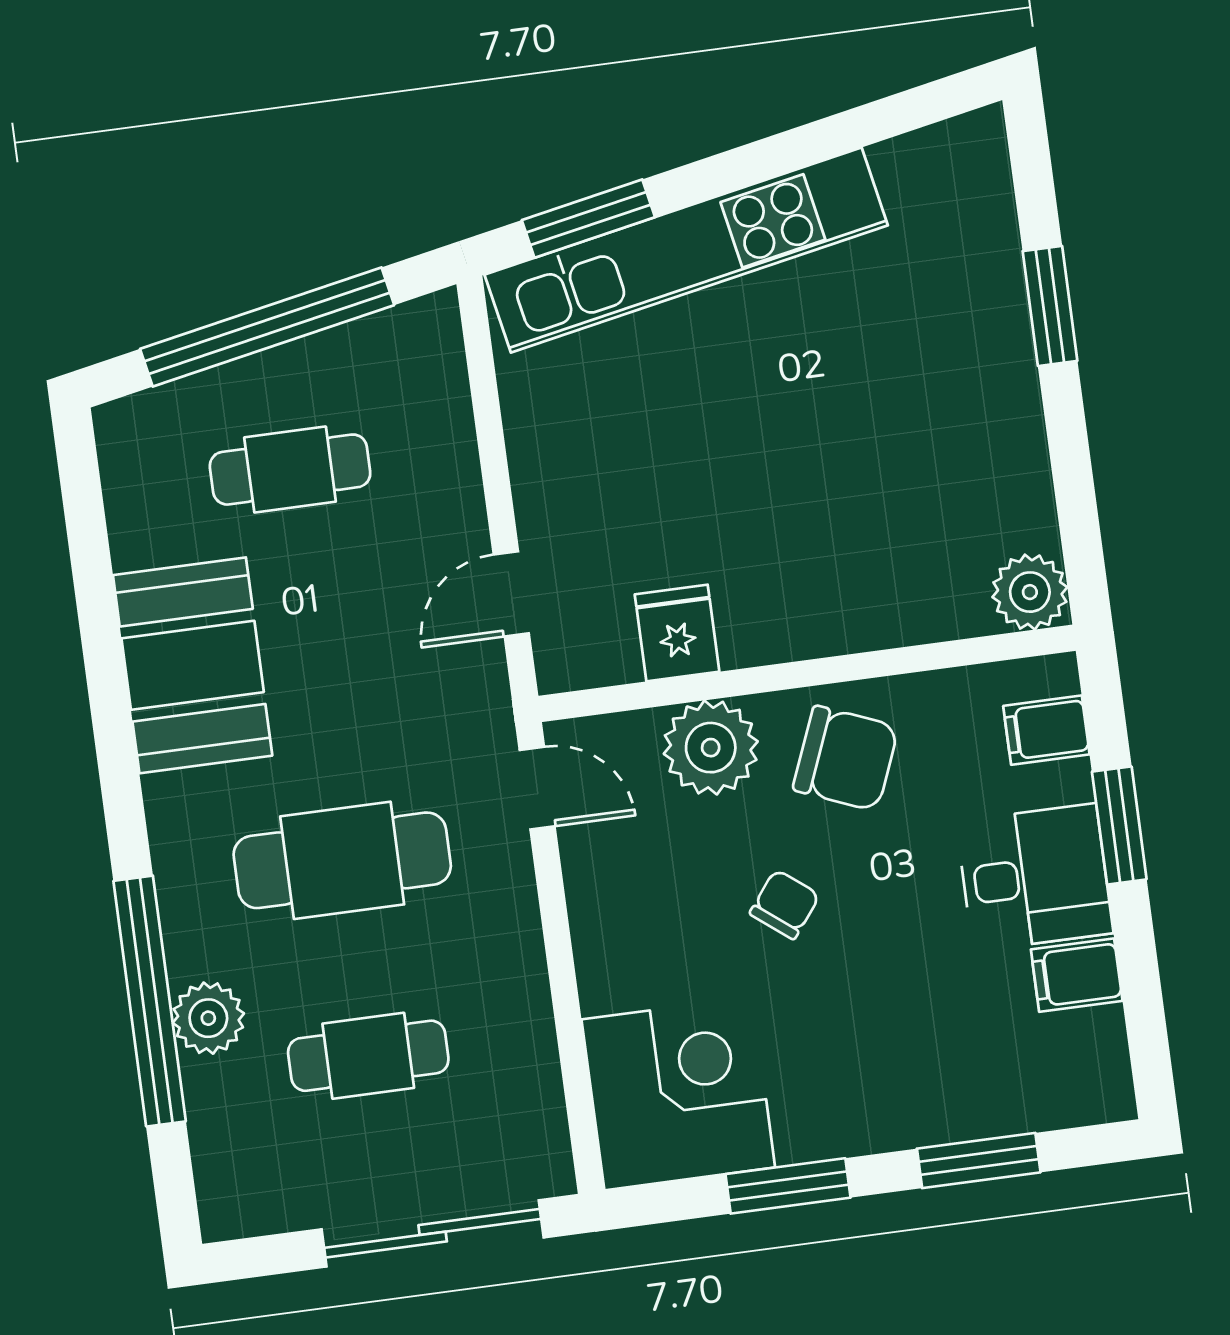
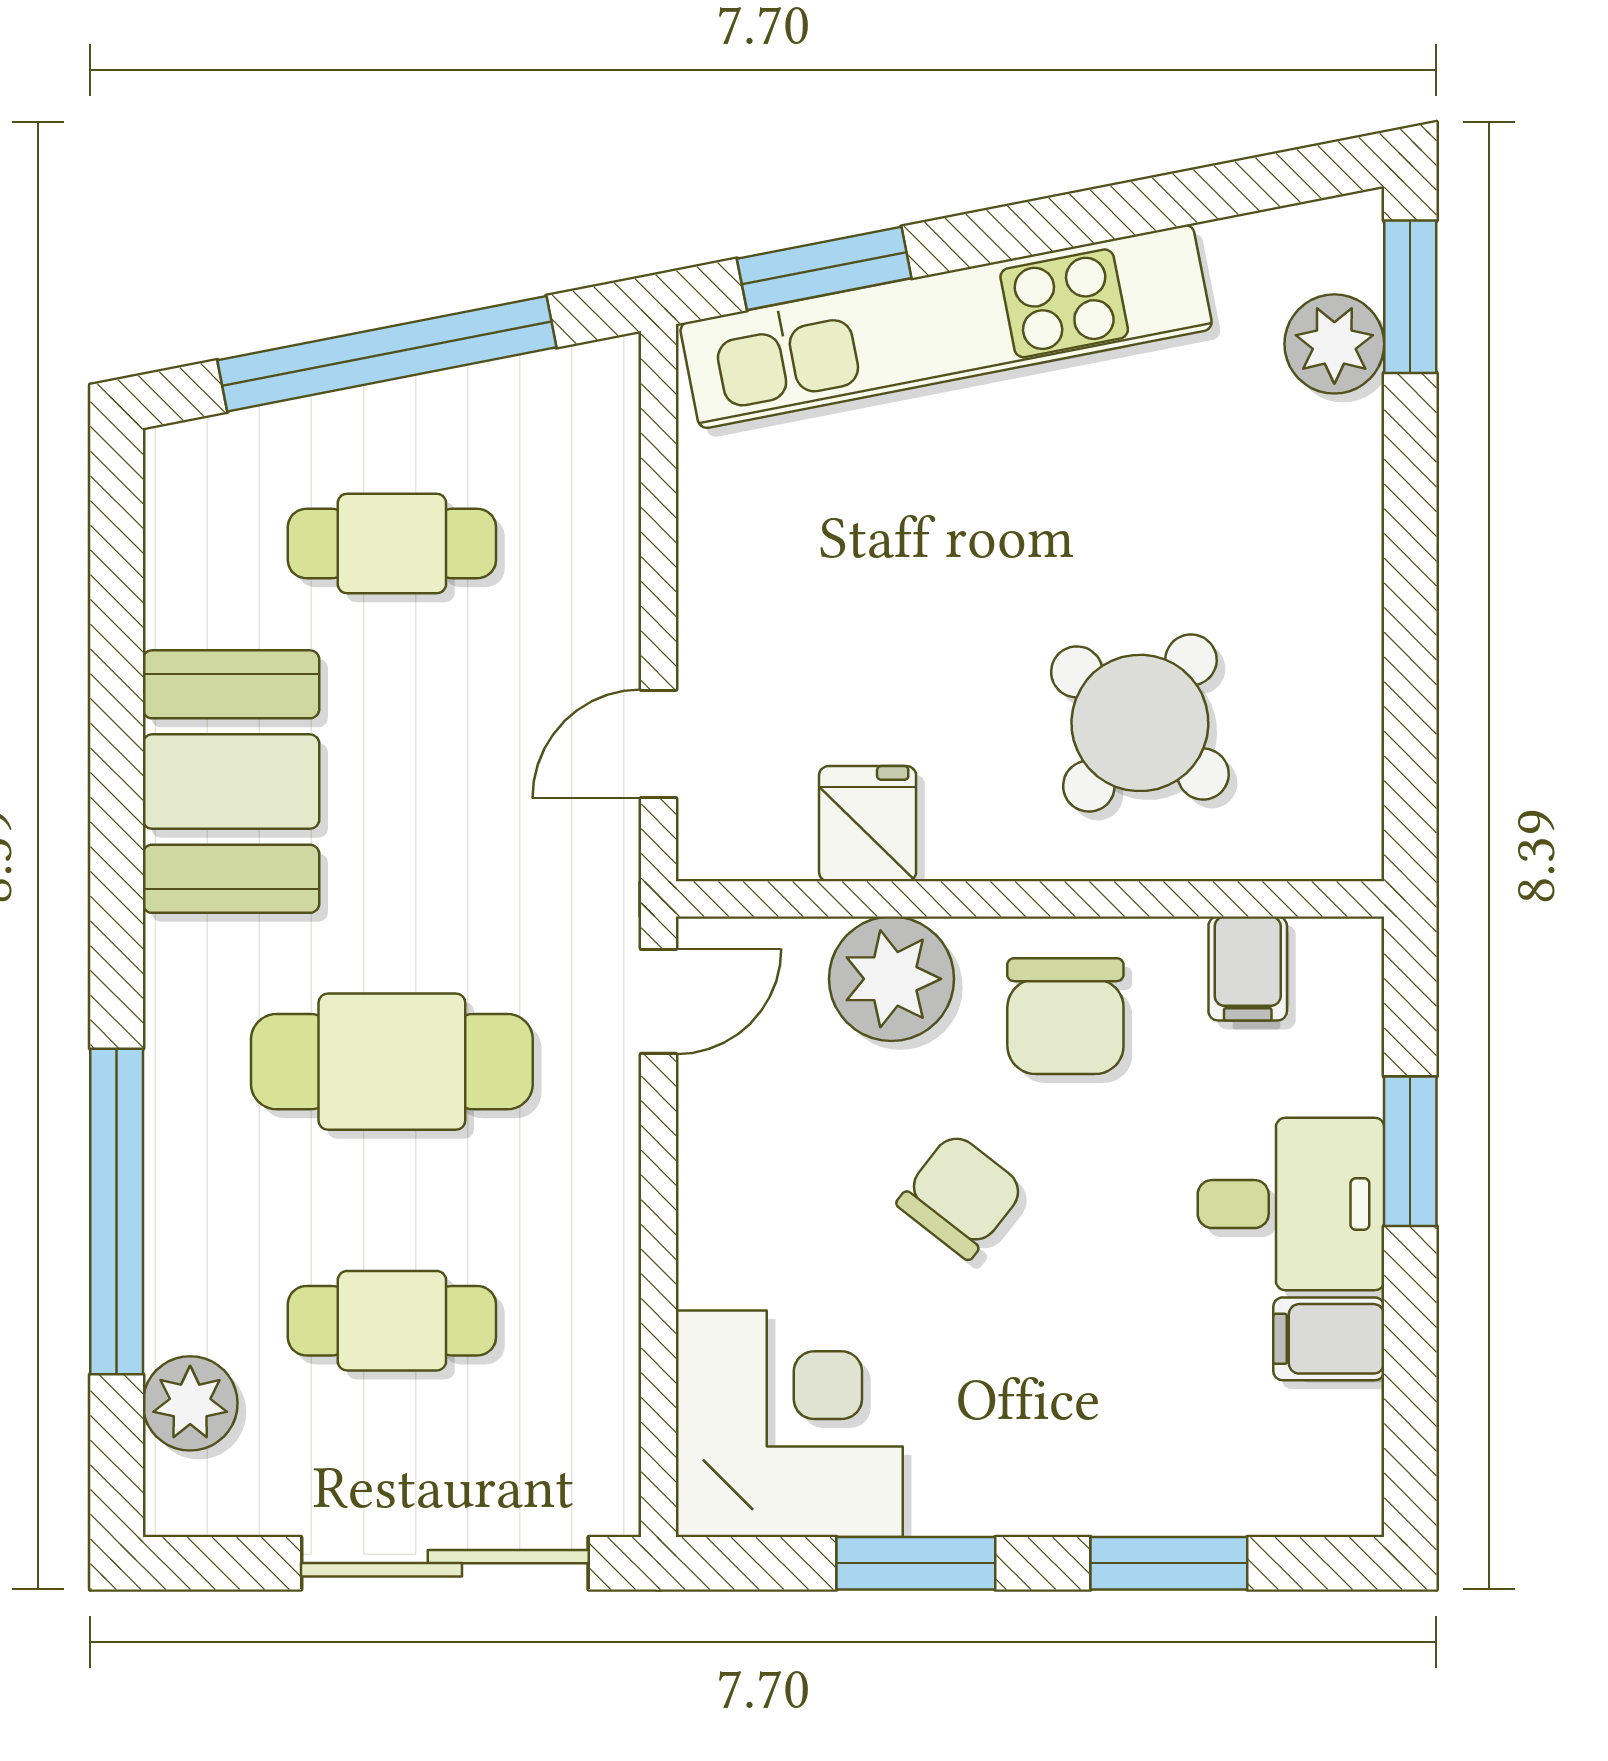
window: (1050, 306) -> (1410, 297), moved
round table: (872, 530) -> (1140, 723), added
plant: (1030, 592) -> (1334, 344), moved
filing cabinet: (1046, 730) -> (1248, 968), moved, turned -90
chair: (846, 758) -> (1065, 1016), turned 68
door: (537, 788) -> (659, 1001), hinge flipped
chair: (785, 904) -> (961, 1196), width x1.37, depth x1.37
plant: (208, 1018) -> (190, 1403), moved

